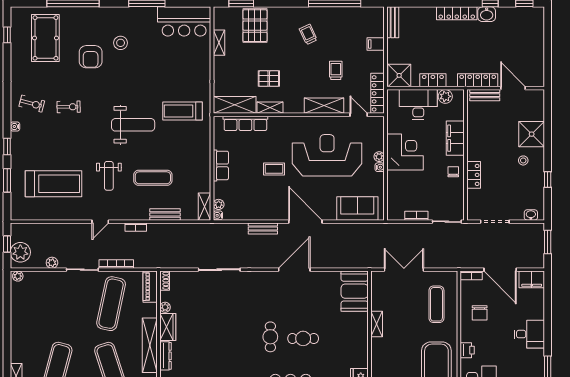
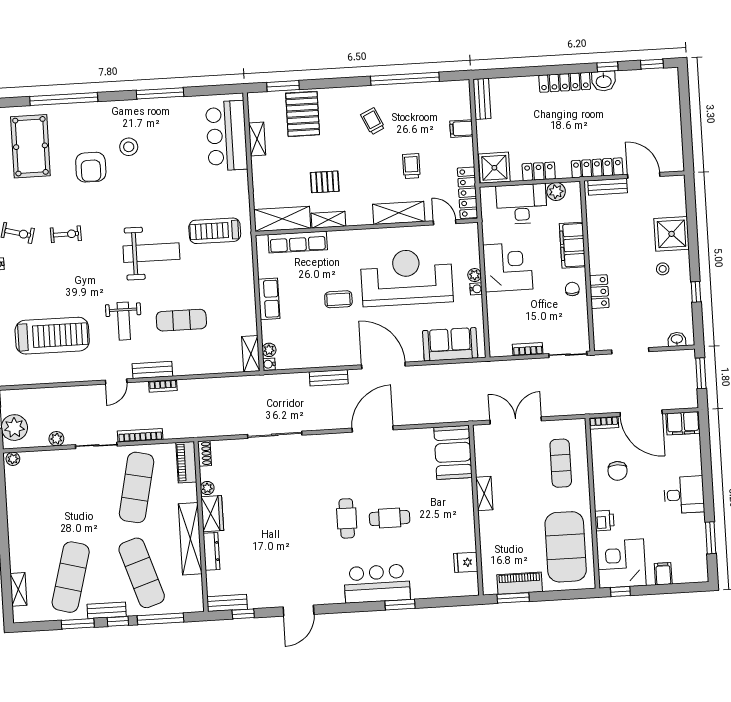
bar counter: (184, 21) -> (227, 136), moved, turned 90
bench: (165, 214) -> (152, 370), moved

